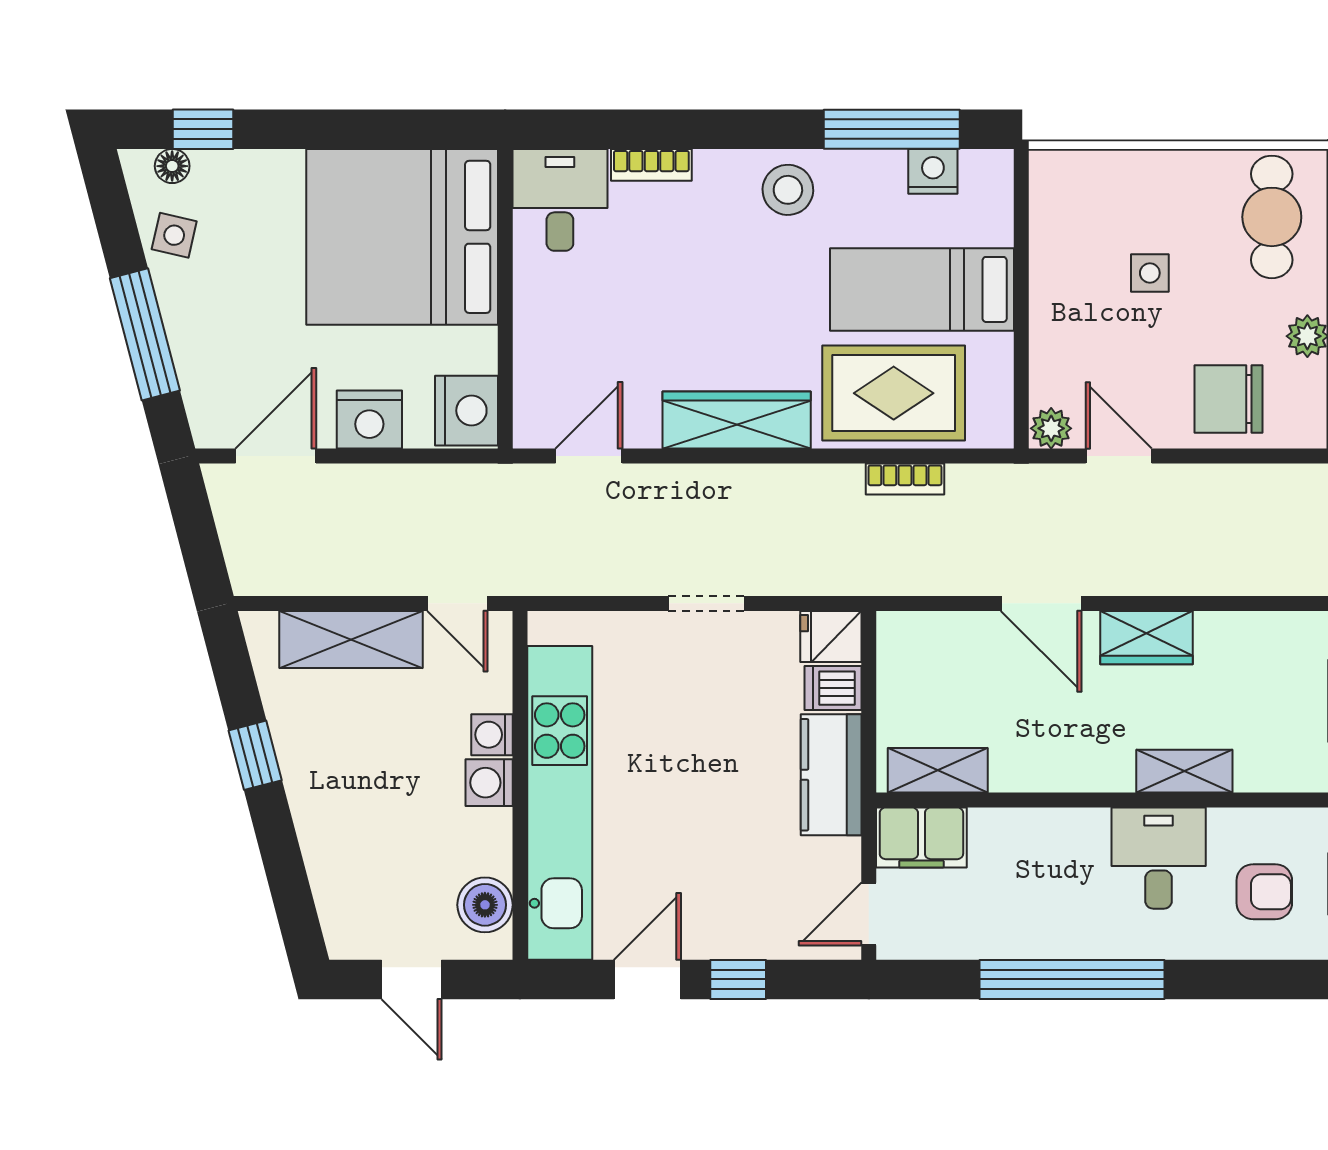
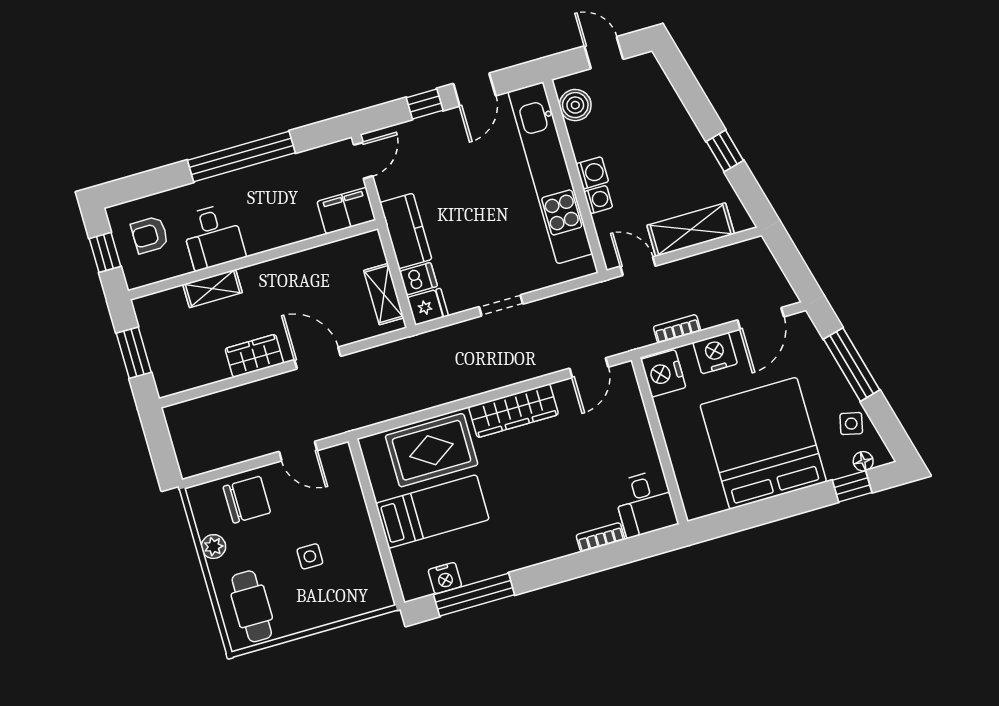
stool: (788, 190) -> (522, 545), removed
bed: (402, 237) -> (763, 443), moved, turned -90
plant: (1051, 428) -> (340, 456), removed
bookcase: (905, 479) -> (677, 329), moved
shelving: (938, 770) -> (384, 294), moved, turned 90

